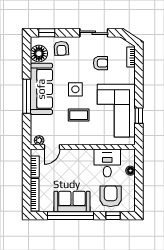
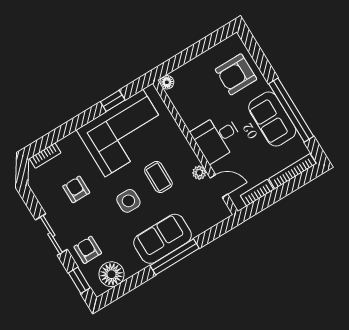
sliding door: (94, 33) -> (51, 235), moved
armchair: (61, 48) -> (88, 250), turned -87
sofa: (41, 89) -> (163, 239), width x0.73
plant: (39, 140) -> (199, 173), moved
desk: (107, 163) -> (217, 138), moved
floor lamp: (130, 171) -> (167, 82), moved
window: (113, 216) -> (258, 56), removed

